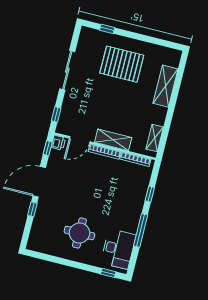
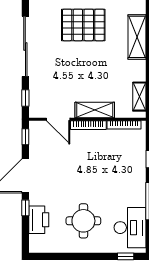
sliding door: (67, 70) -> (25, 46), width x1.36
door: (80, 140) -> (58, 119), hinge flipped
printer: (58, 143) -> (39, 220), moved, width x1.87, depth x1.48

